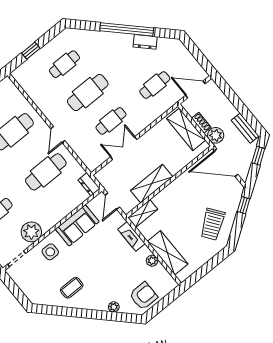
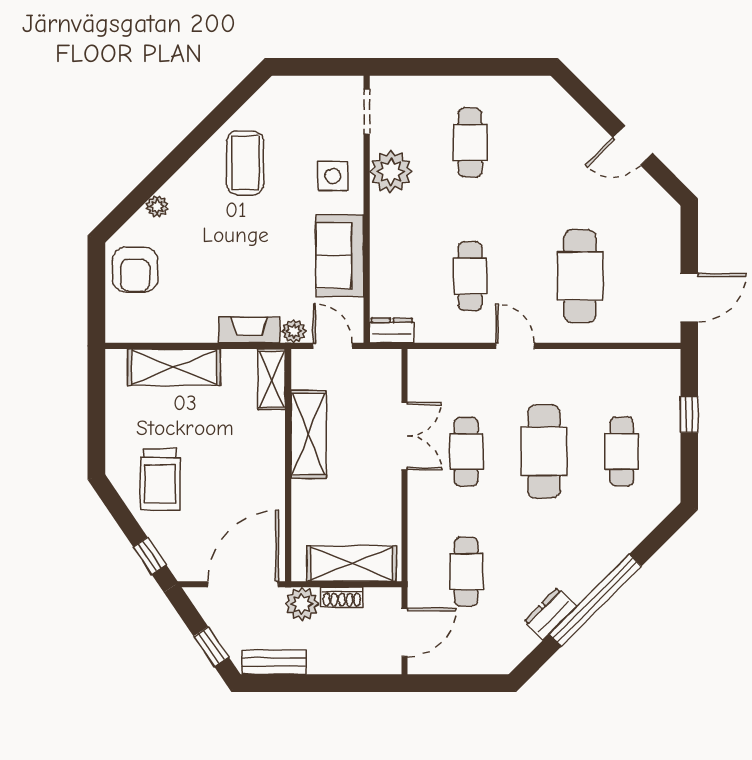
cafe table: (46, 172) -> (470, 276), width x0.73, depth x0.74
trolley: (213, 224) -> (160, 479), turned -144
plant: (152, 261) -> (294, 331), moved
coffee table: (72, 288) -> (245, 163), width x1.36, depth x1.30

